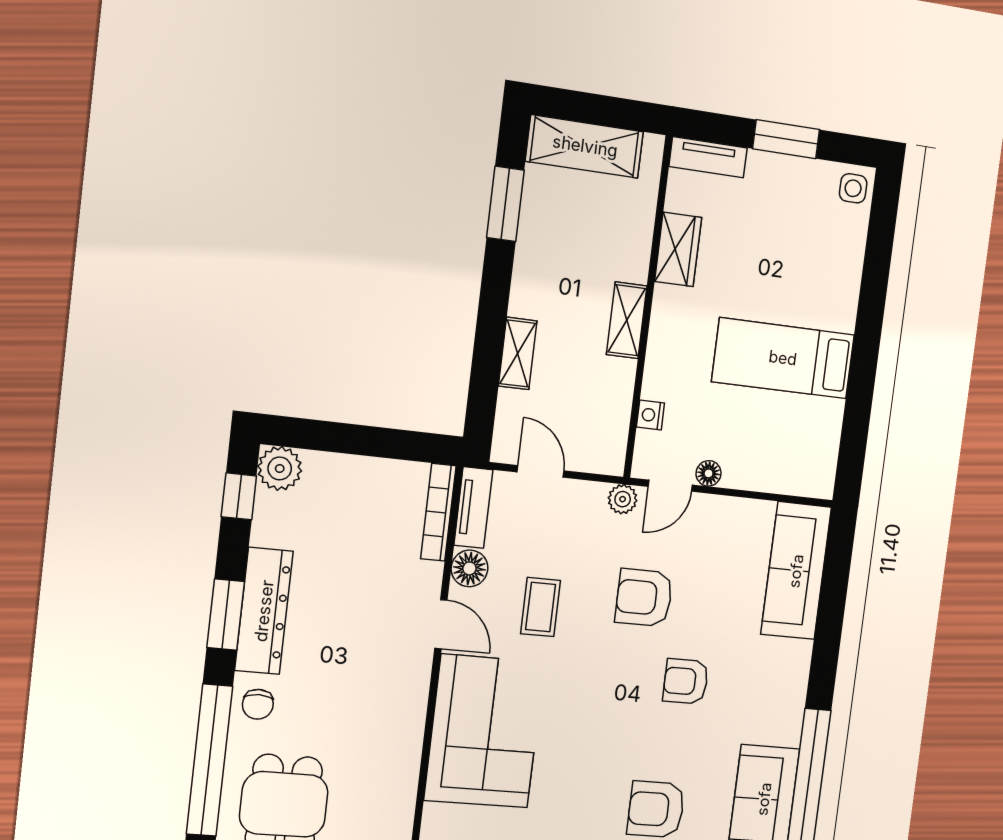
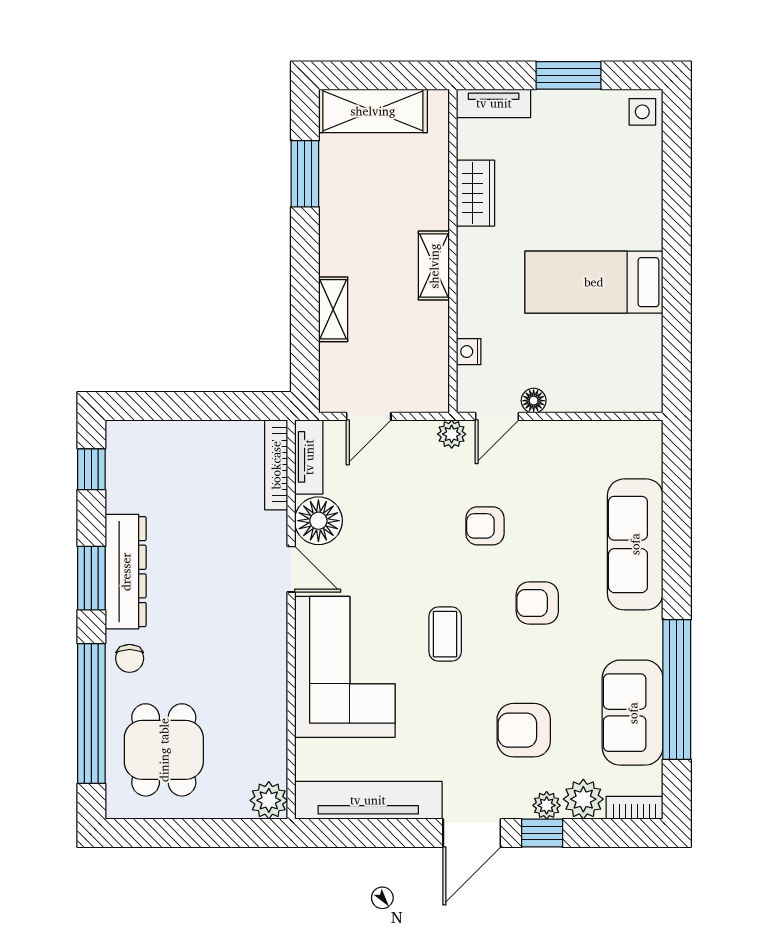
plant: (280, 468) -> (125, 440), removed
door: (541, 471) -> (369, 416), swing flipped
floor lamp: (469, 568) -> (318, 521), width x1.38, depth x1.38
sofa: (796, 571) -> (635, 544), moved
armchair: (644, 598) -> (485, 526), width x0.72, depth x0.72
coffee table: (541, 607) -> (445, 634), moved

